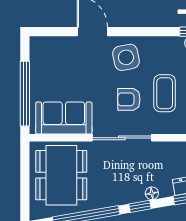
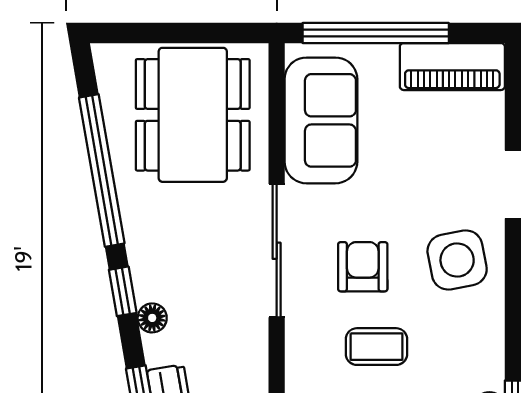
piano: (40, 59) -> (452, 67), added
coffee table: (165, 93) -> (376, 347), width x0.73, depth x0.77
dining table: (61, 175) -> (193, 115), turned 90

